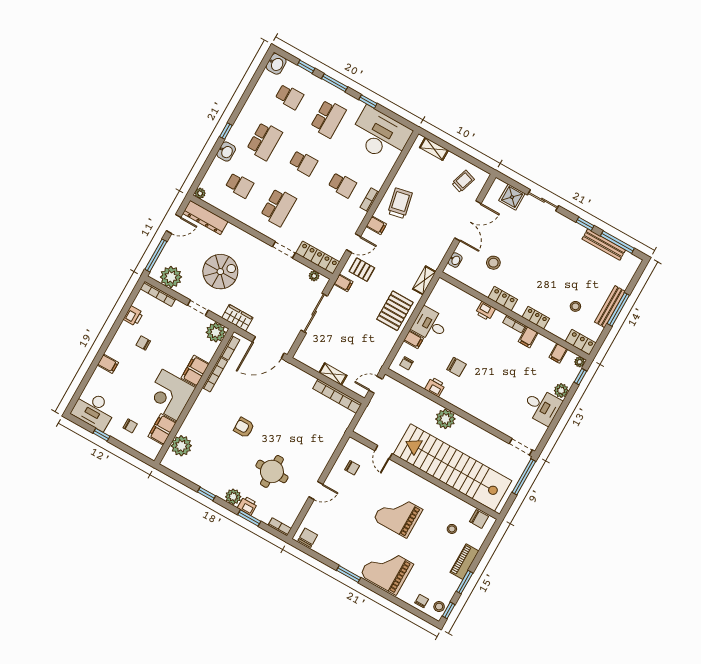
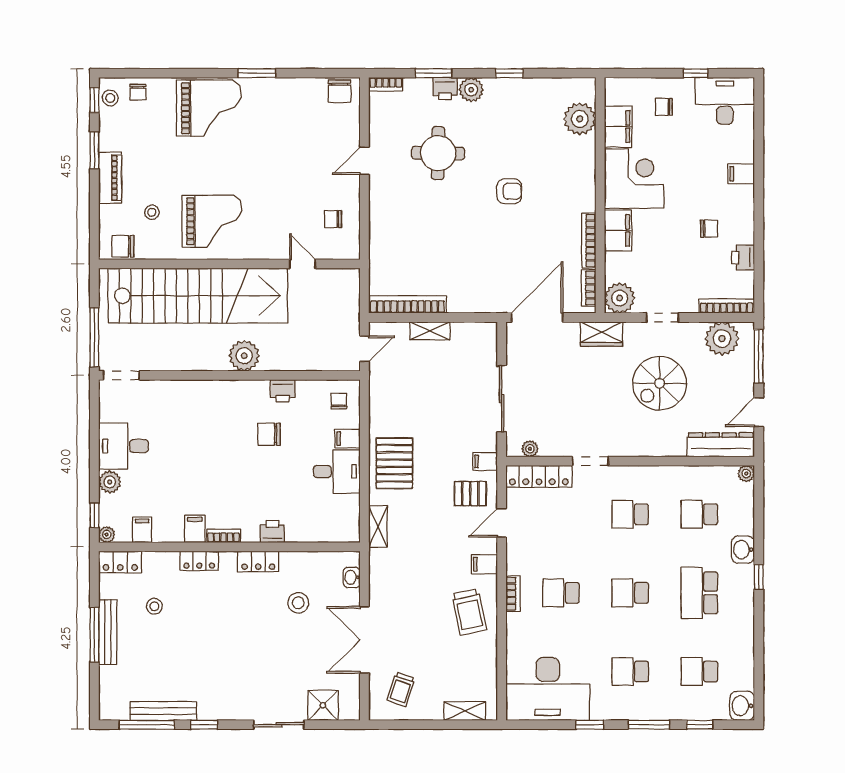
school desk: (328, 119) -> (630, 672), width x0.54
school desk: (278, 207) -> (630, 514), width x0.54
grand piano: (398, 515) -> (212, 221), moved

